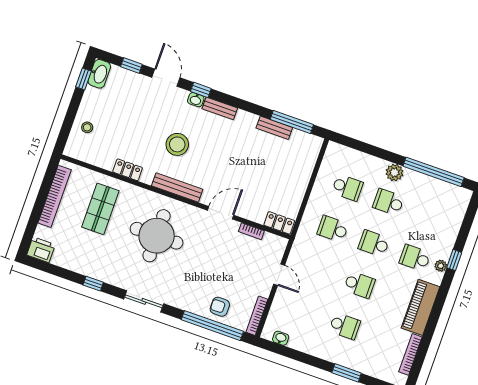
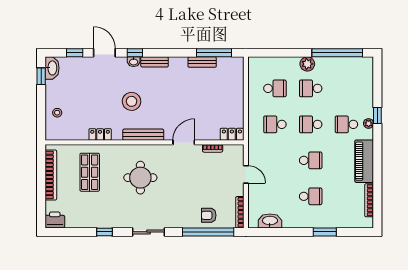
round table: (157, 236) -> (140, 178), width x0.73, depth x0.73
washbasin: (281, 338) -> (270, 221), width x1.91, depth x1.45

